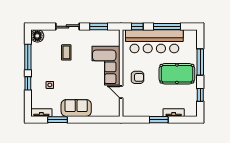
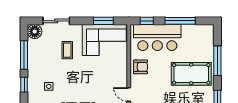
sliding door: (68, 26) -> (56, 21), moved
bar counter: (154, 41) -> (157, 37), width x0.73
corner sofa: (106, 66) -> (104, 40), moved, turned -90
armchair: (137, 77) -> (141, 67), moved

